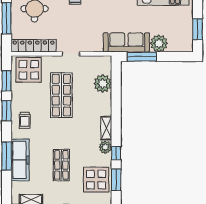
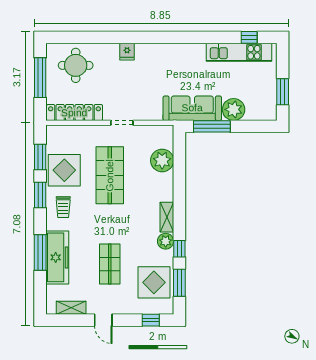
display table: (29, 70) -> (64, 170), moved

